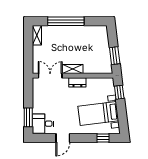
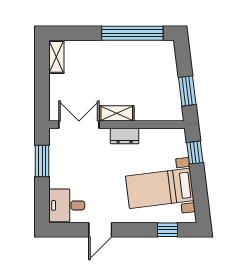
window: (66, 21) -> (132, 33), moved
window: (28, 117) -> (42, 161), moved

